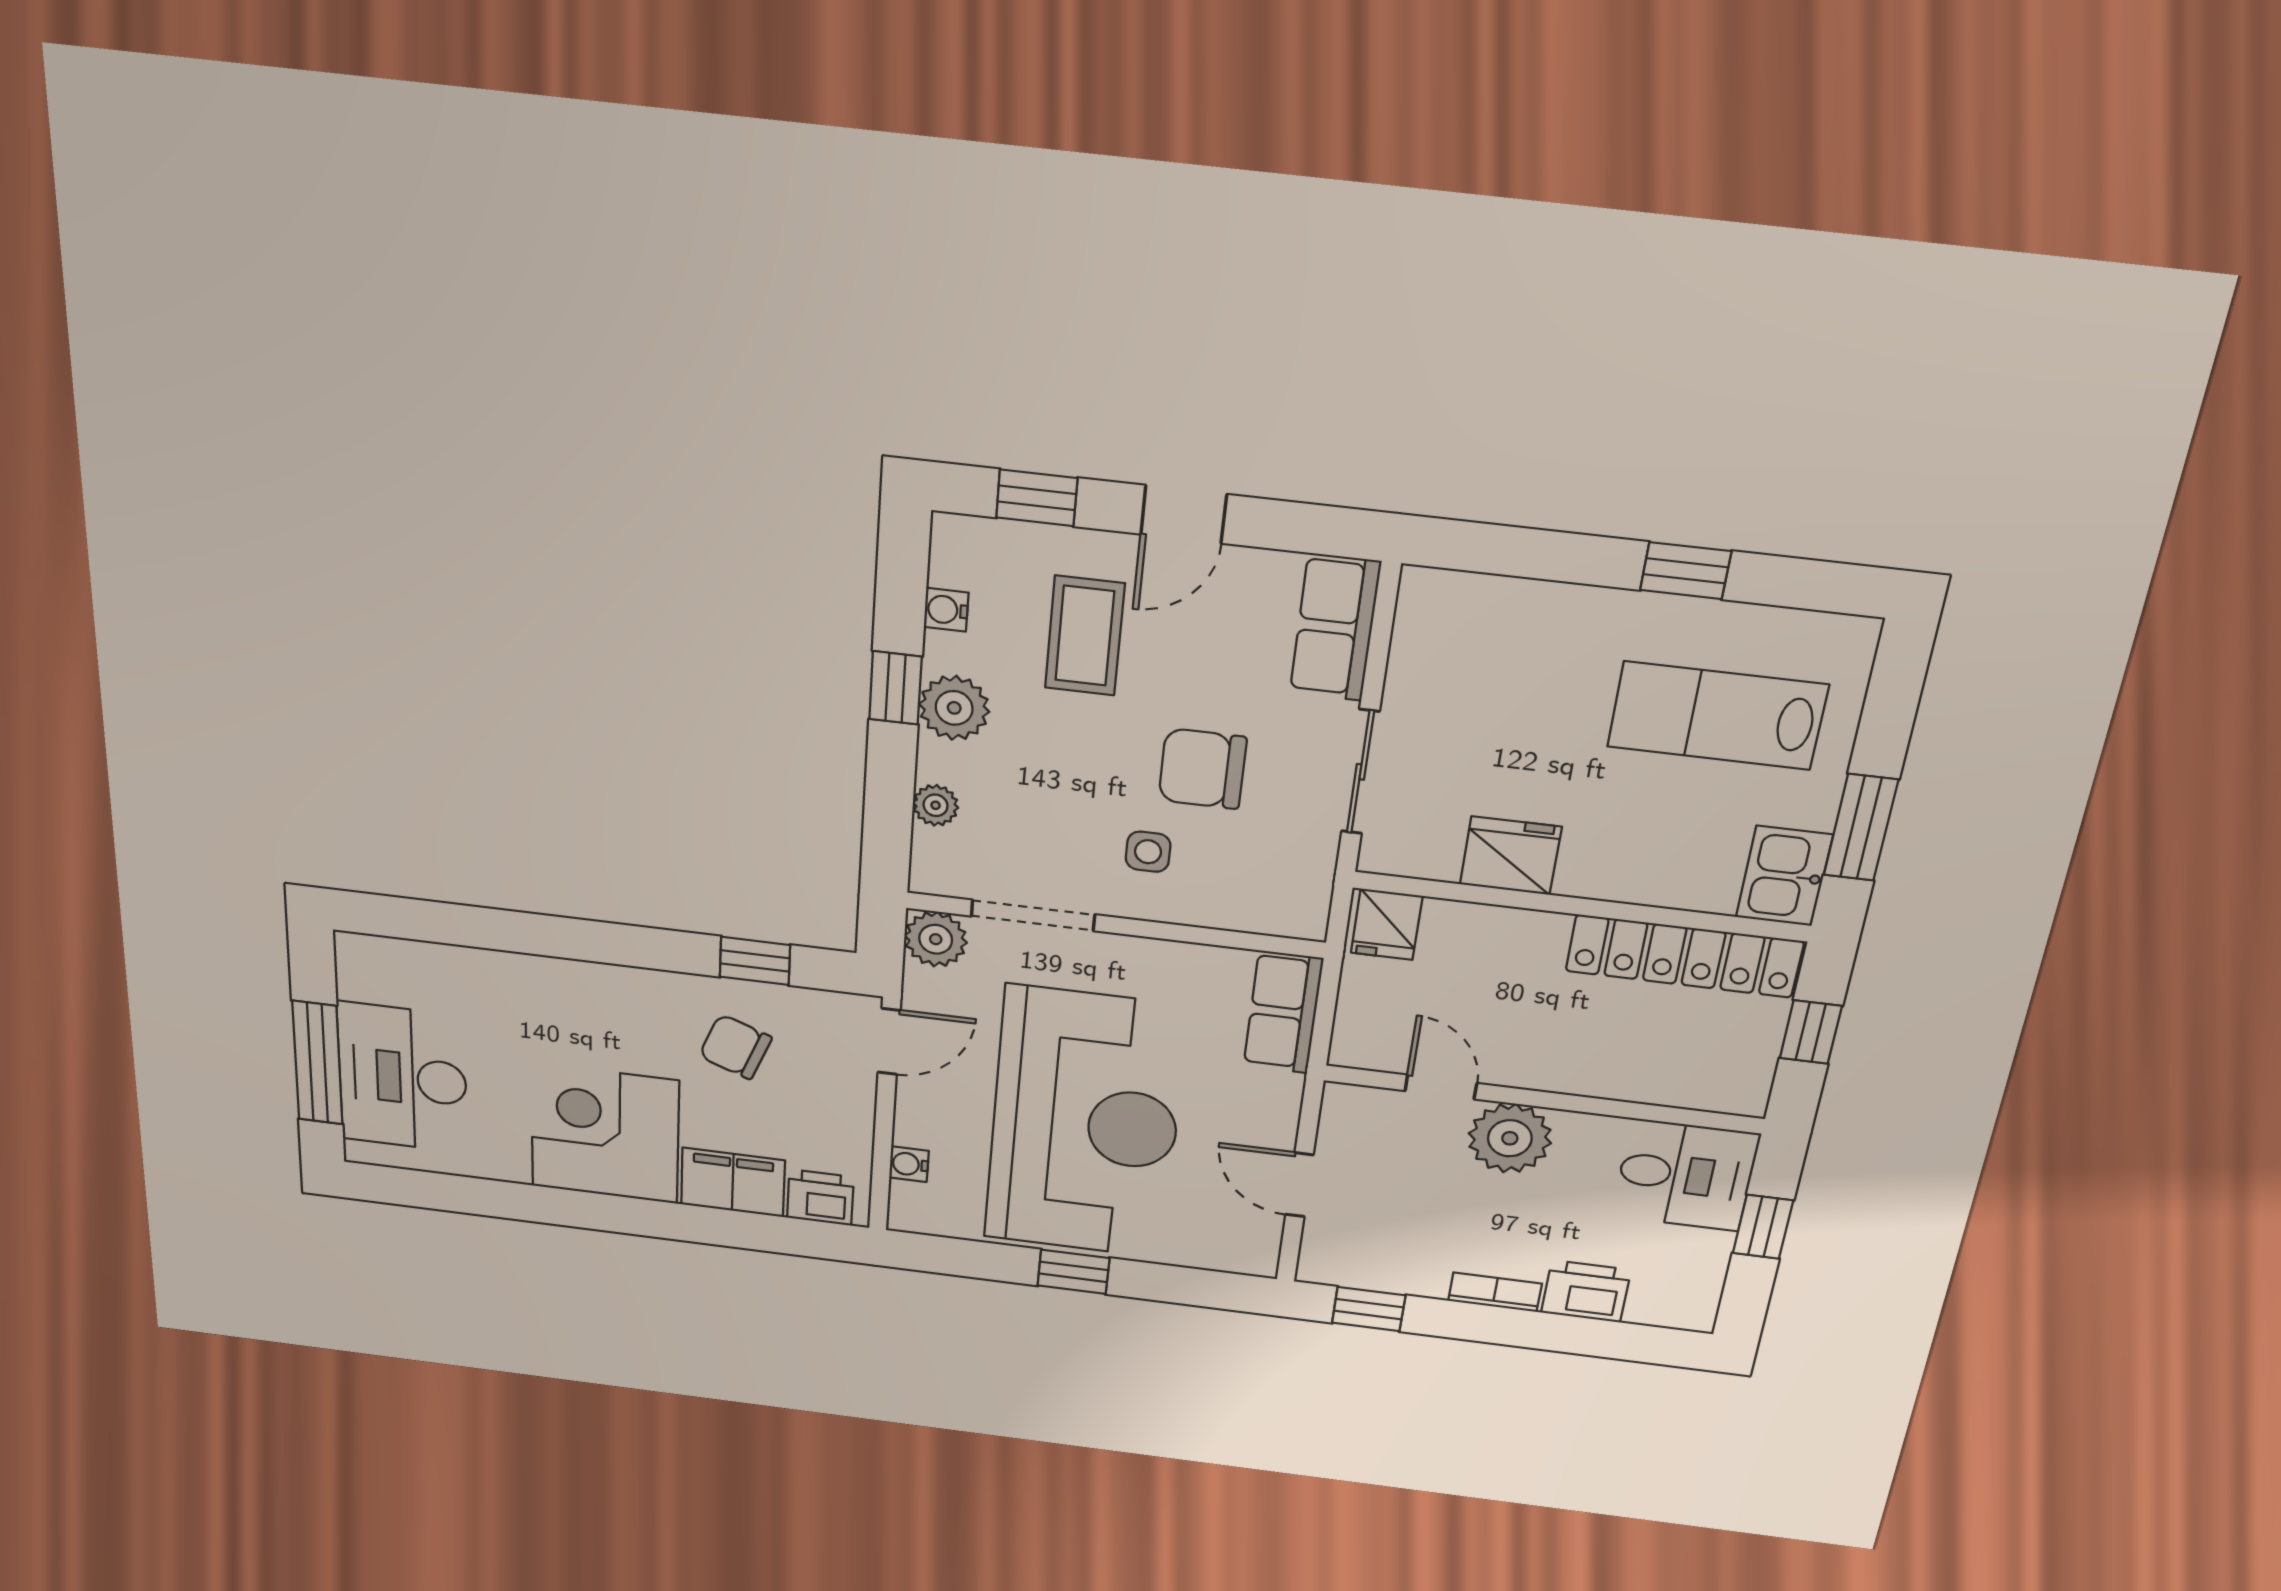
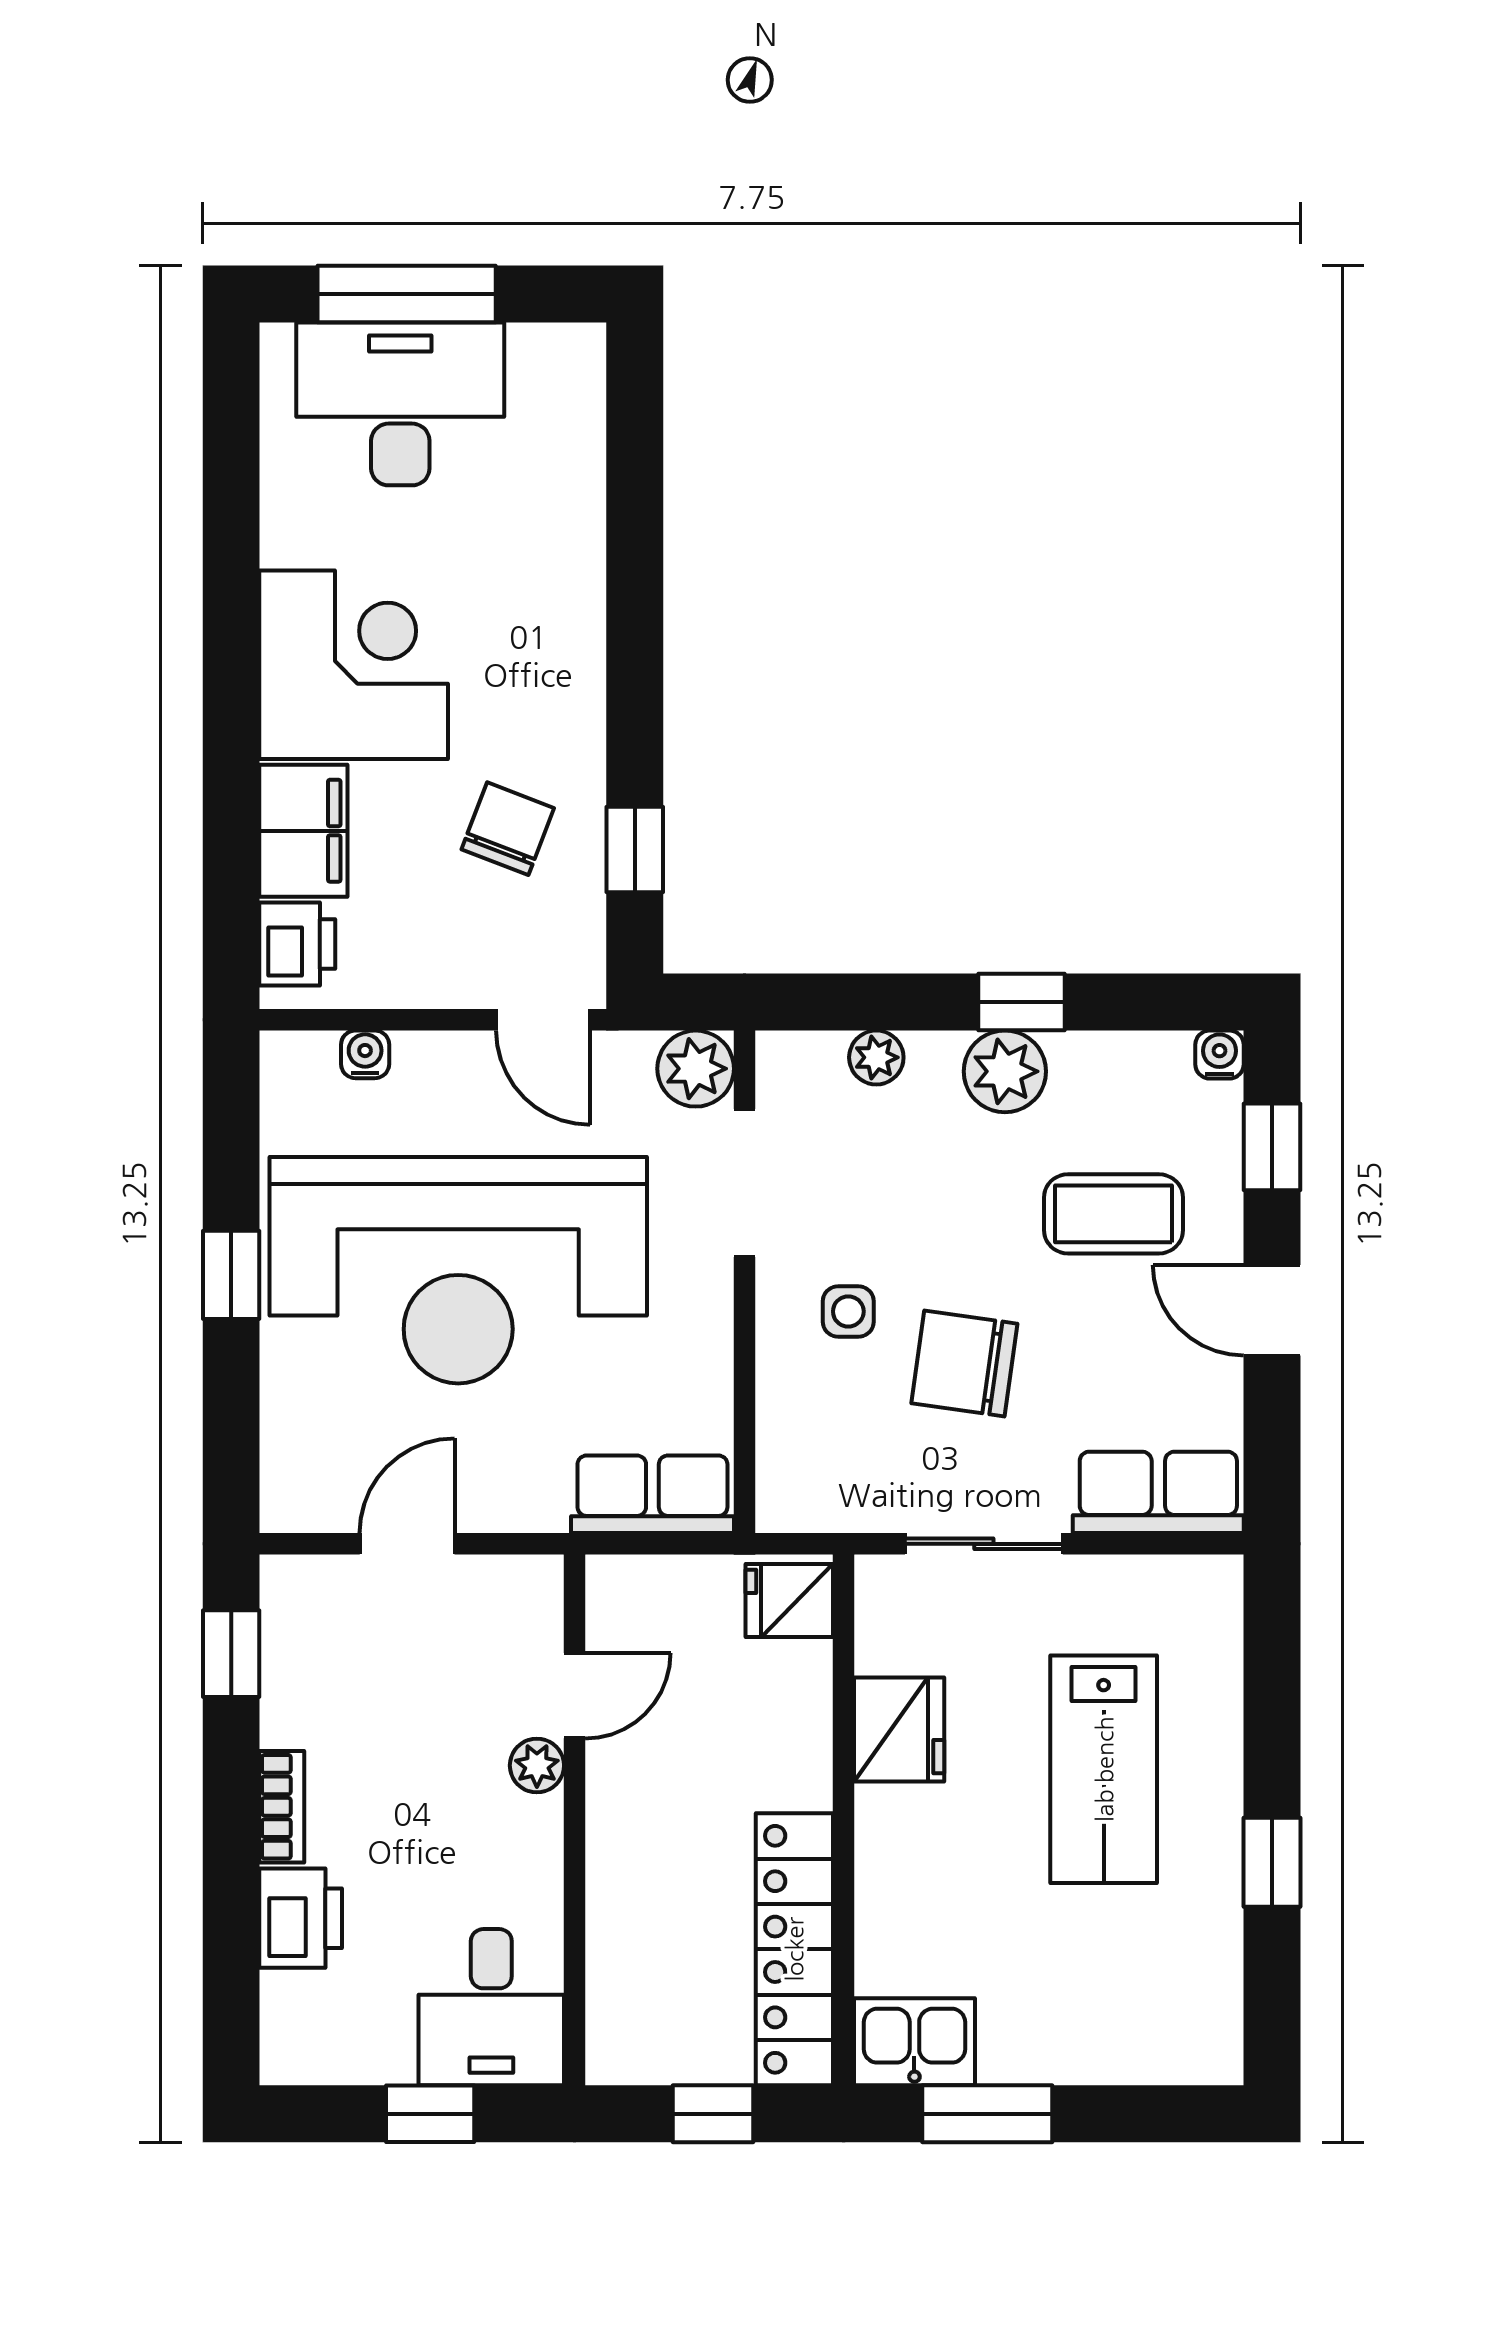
water cooler: (946, 610) -> (1220, 1055), moved
lab bench: (1717, 716) -> (1104, 1769), moved, turned 180
chair: (1202, 769) -> (964, 1363), turned -82
plant: (1510, 1138) -> (537, 1765), width x0.53, depth x0.53

